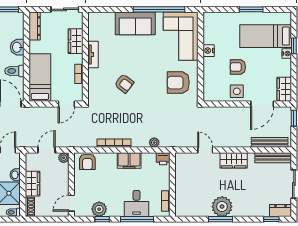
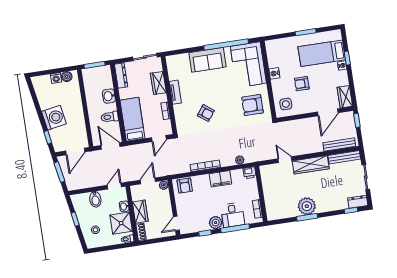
side table: (237, 91) -> (286, 104), moved
wardrobe: (234, 160) -> (311, 165), width x1.50
plant: (99, 209) -> (216, 223), moved

